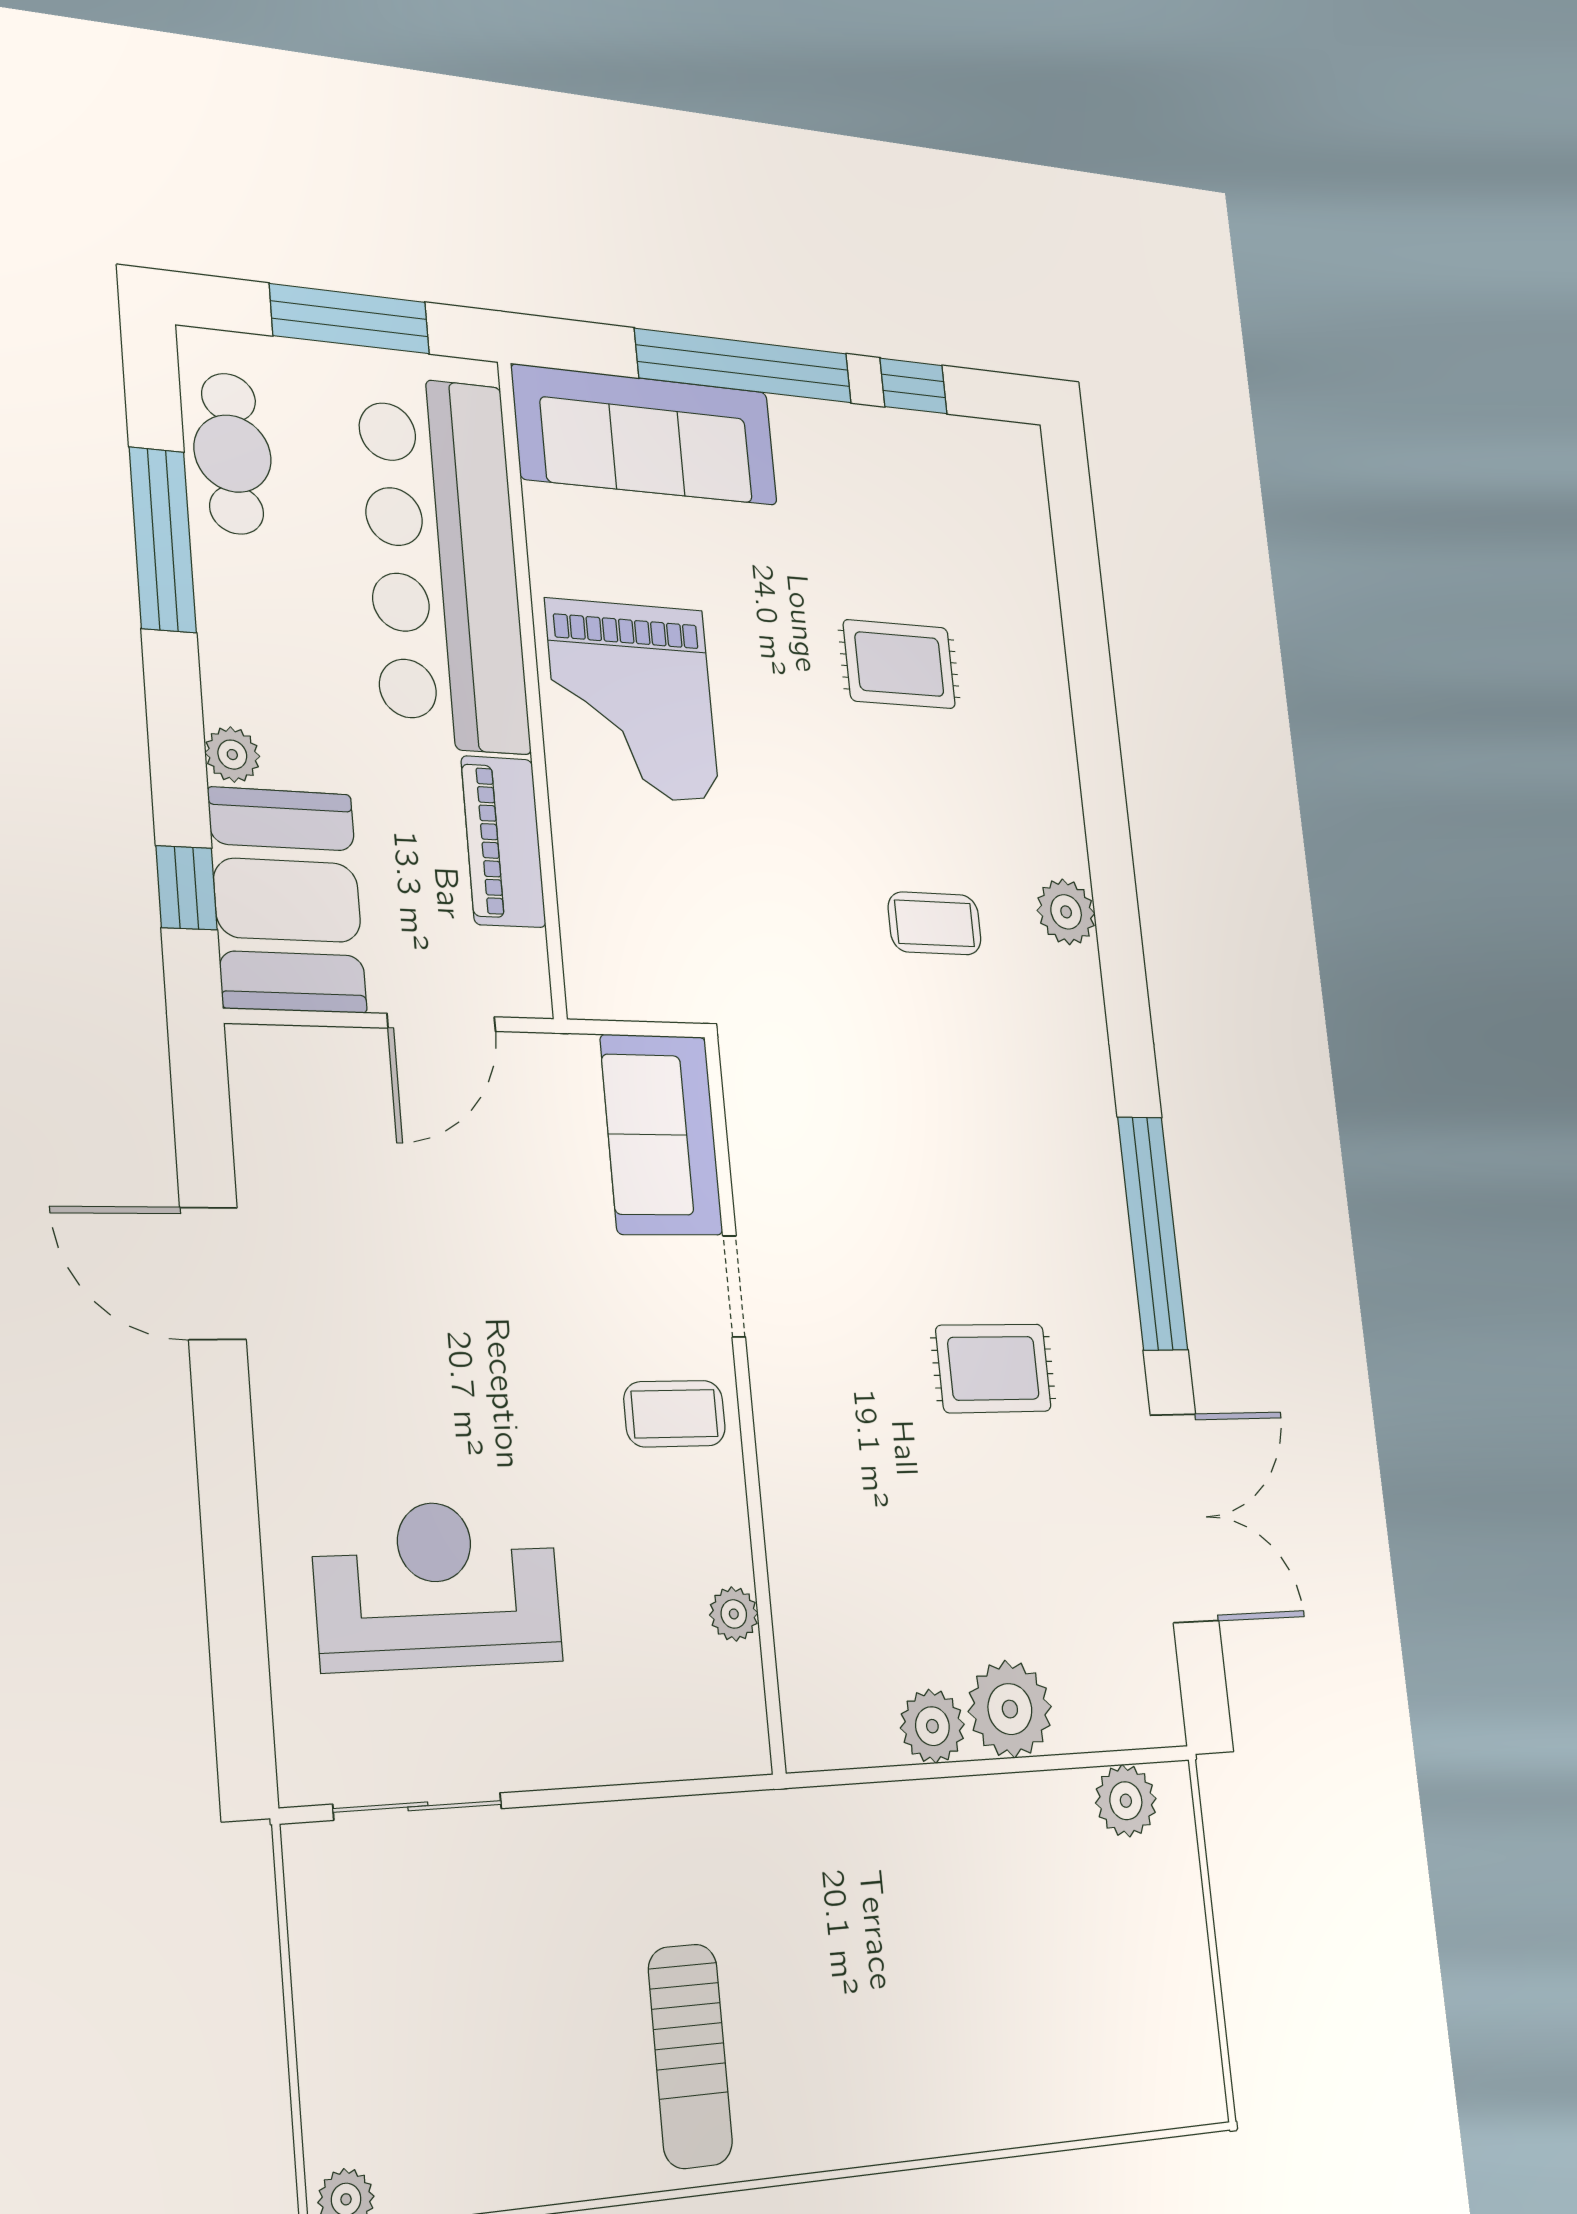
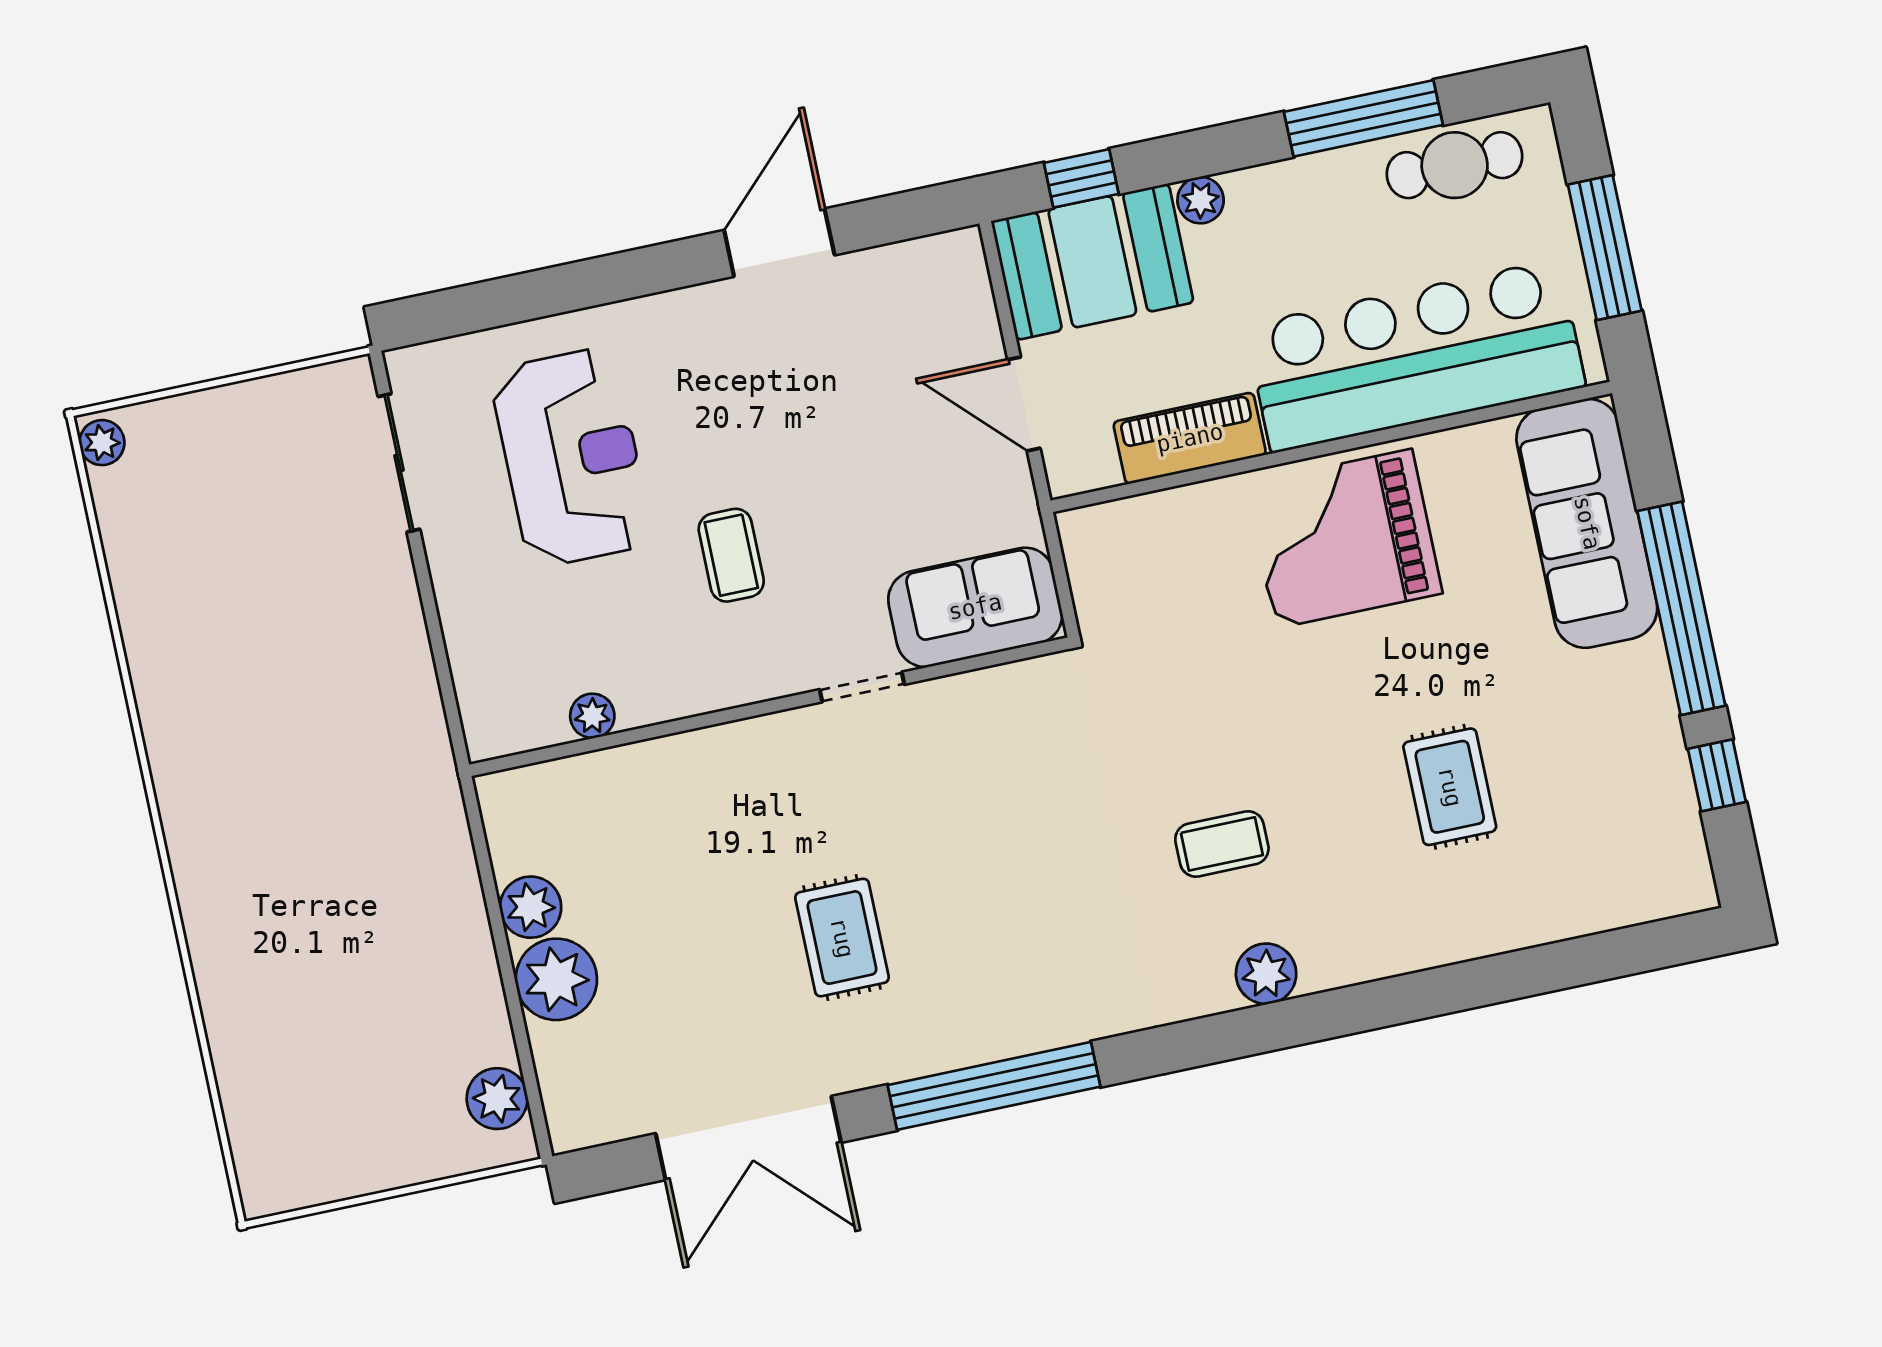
coffee table: (935, 923) -> (1222, 844), turned 90
coffee table: (675, 1414) -> (731, 555), moved
sun lounger: (690, 2056) -> (240, 715), removed

